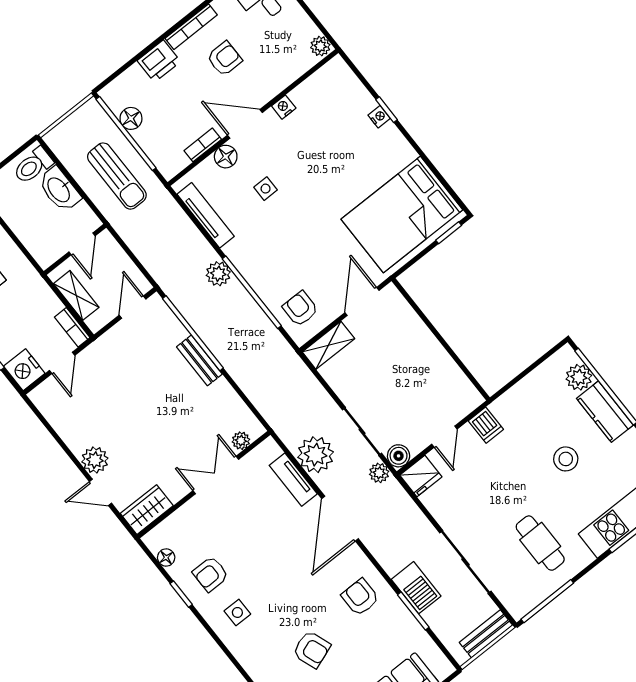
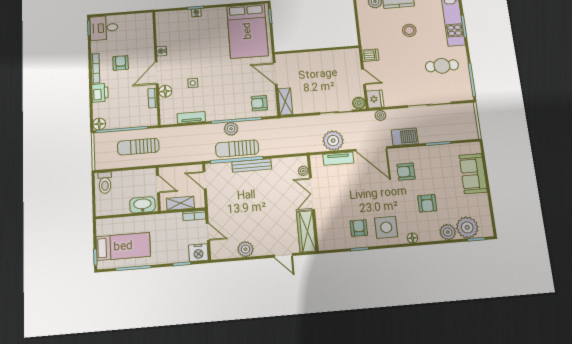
plant: (320, 46) -> (146, 18), removed
floor lamp: (131, 118) -> (99, 124), moved
sun lounger: (117, 176) -> (138, 147), turned 180
washbasin: (59, 189) -> (142, 205), moved, turned 180
tv unit: (206, 215) -> (191, 117), width x0.71
plant: (218, 274) -> (231, 129), moved
sun lounger: (210, 322) -> (237, 148), added
bench: (199, 360) -> (252, 165), width x1.36
plant: (95, 460) -> (246, 249), moved
plant: (379, 473) -> (380, 115), moved
door: (100, 492) -> (283, 255), hinge flipped
wardrobe: (147, 510) -> (306, 231), width x1.50
floor lamp: (166, 558) -> (412, 238), moved
armchair: (211, 574) -> (359, 228), turned 180
barbecue: (416, 588) -> (405, 137), moved
armchair: (360, 597) -> (406, 172), moved
side table: (237, 612) -> (386, 227), width x1.87, depth x1.87
bench: (486, 634) -> (470, 117), removed
armchair: (312, 649) -> (427, 203), turned 110

